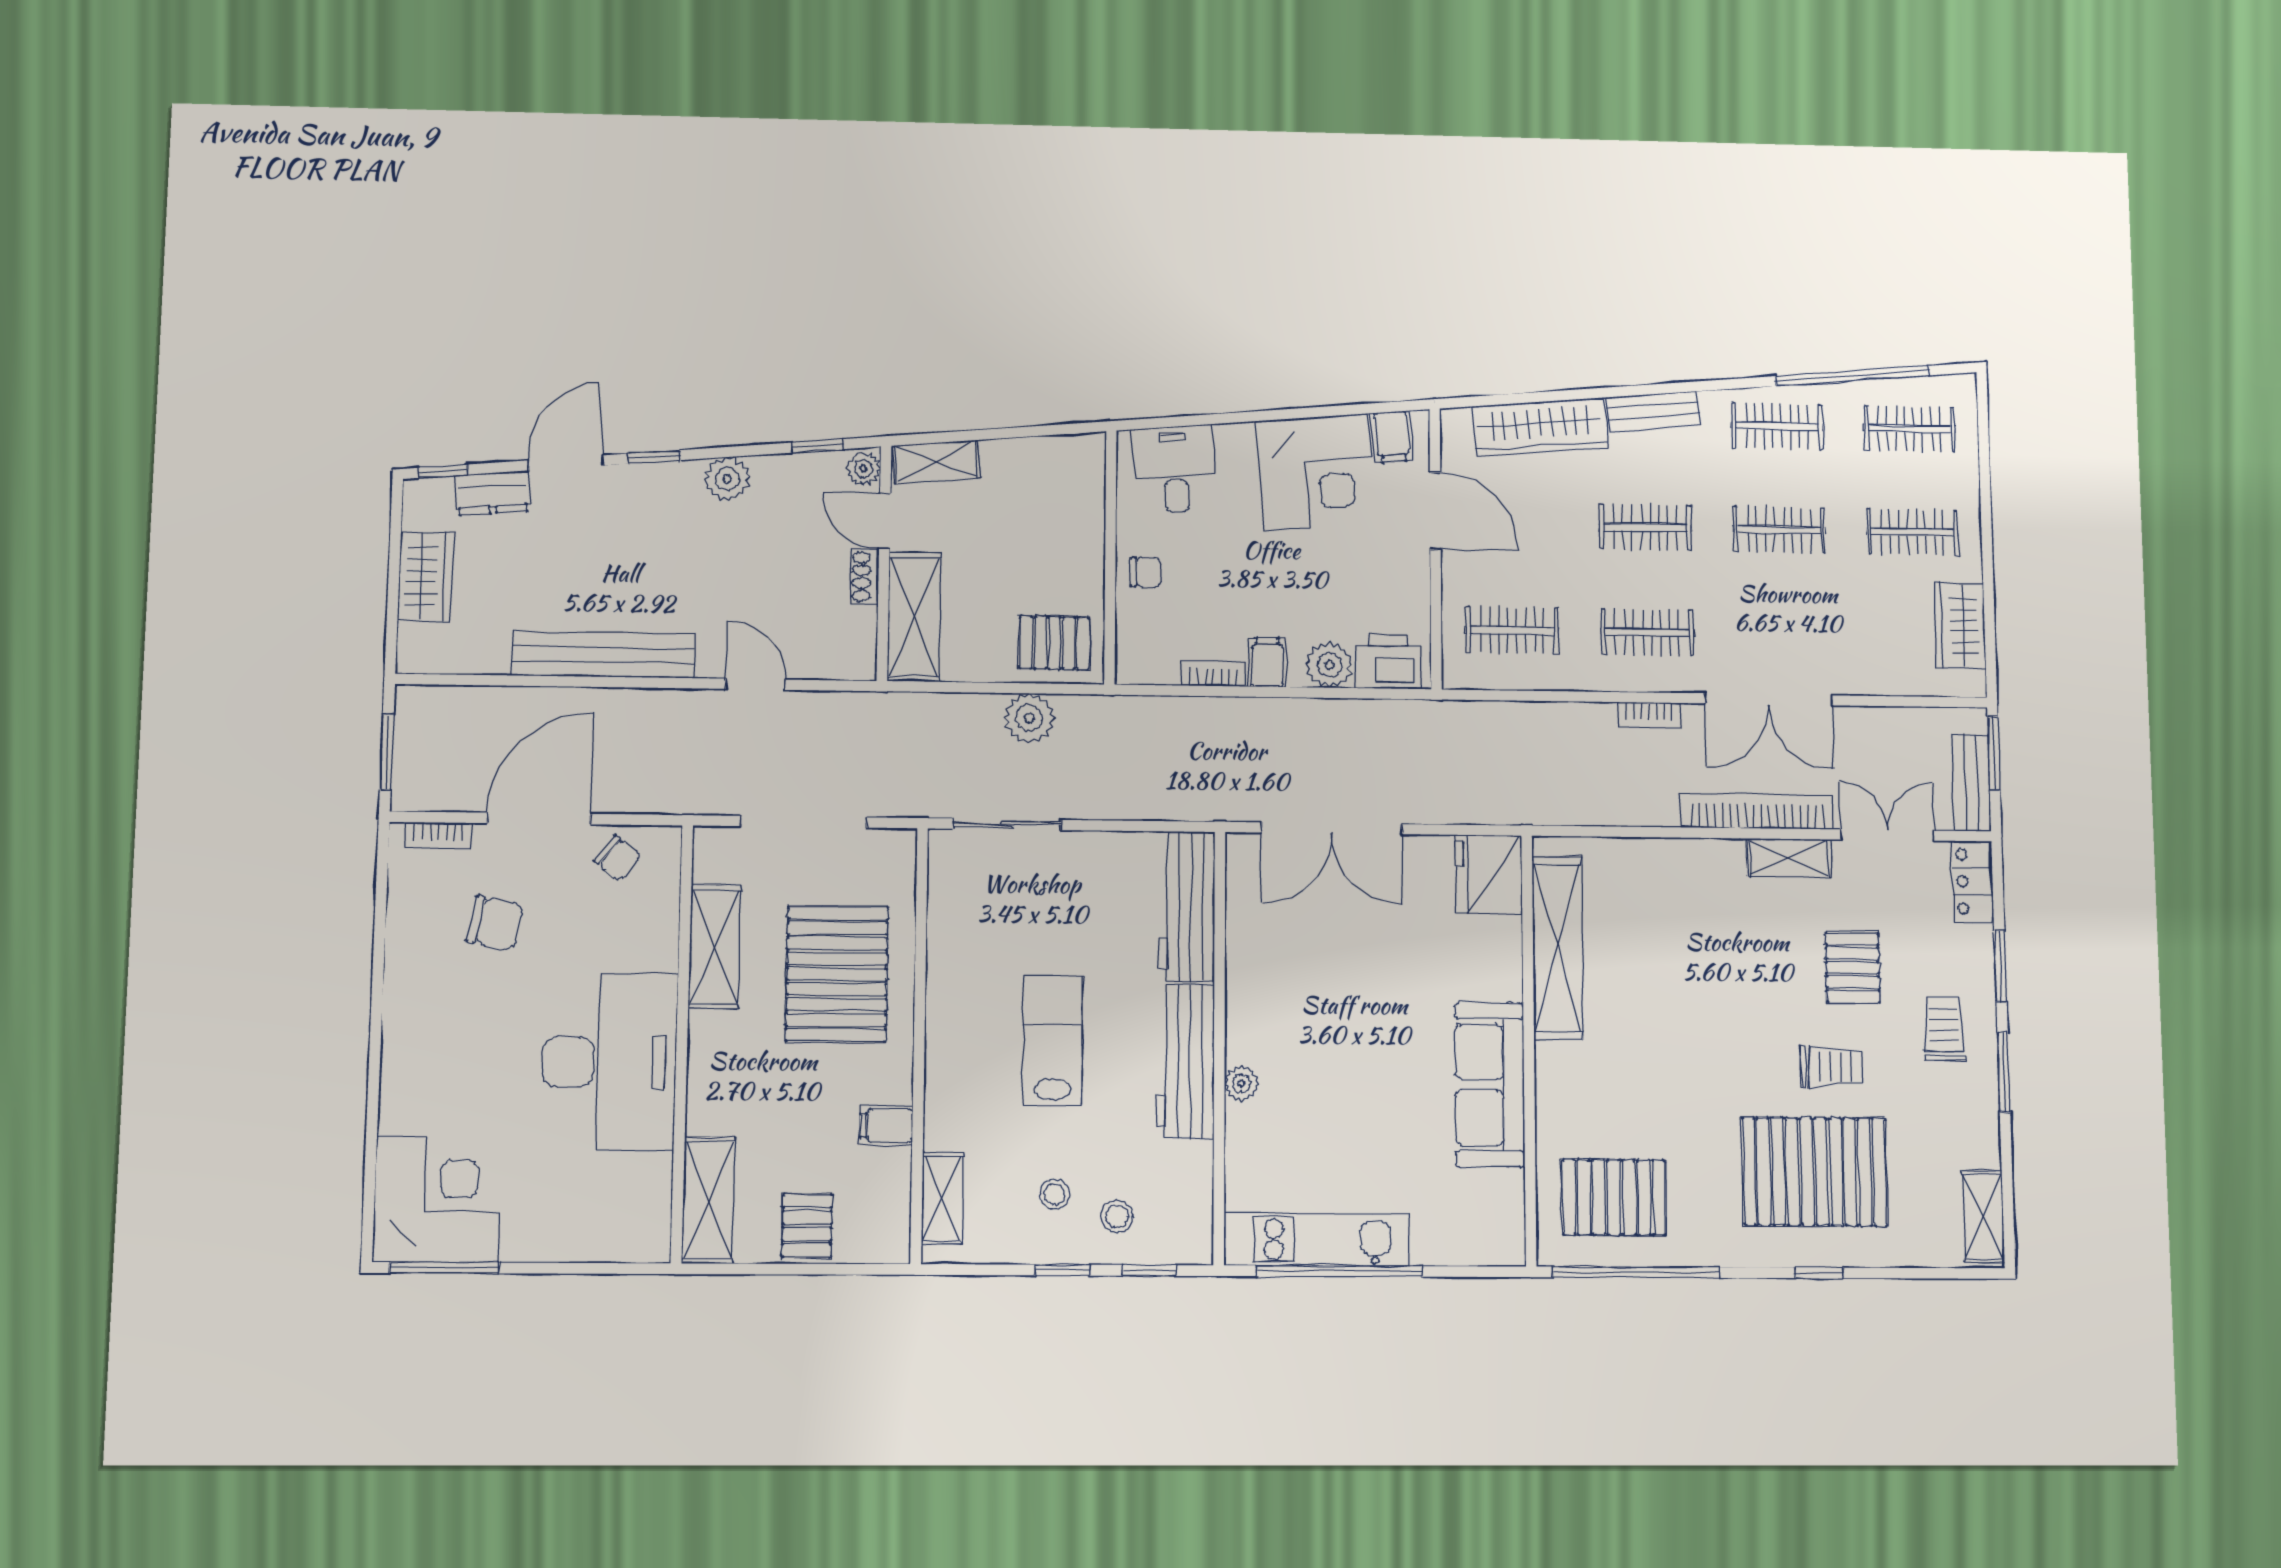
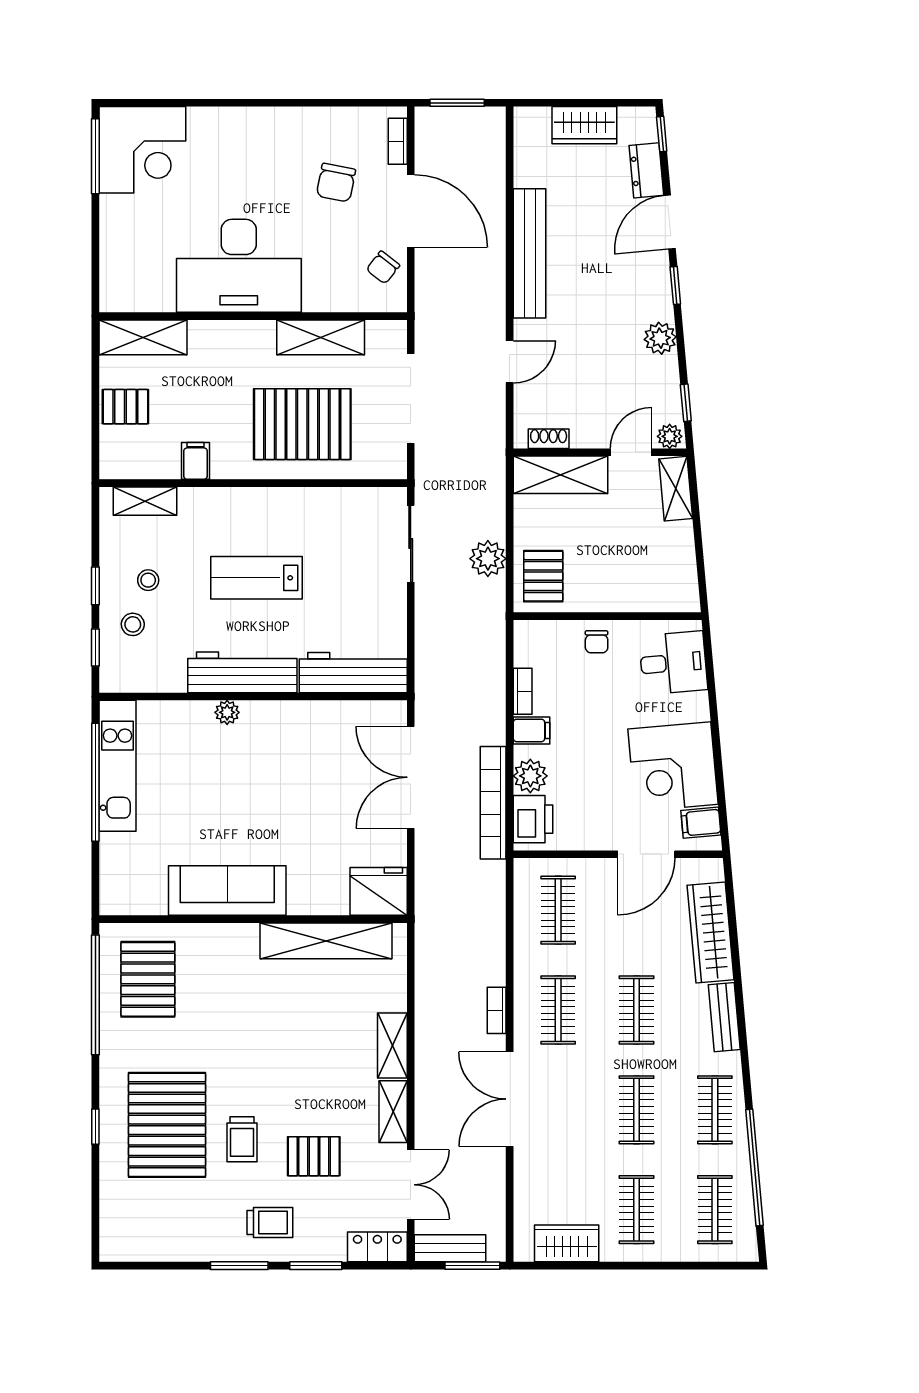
door: (566, 463) -> (670, 222), swing flipped
shoe rack: (865, 577) -> (549, 439), moved
bookcase: (1757, 811) -> (493, 803), moved, turned 180
lab bench: (1053, 1040) -> (257, 578), turned 180
shelving: (1983, 1217) -> (392, 1046), moved, turned 90

